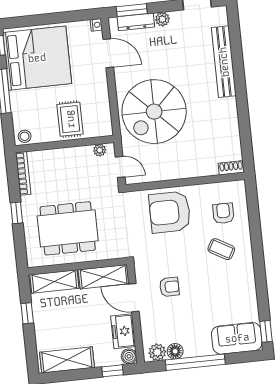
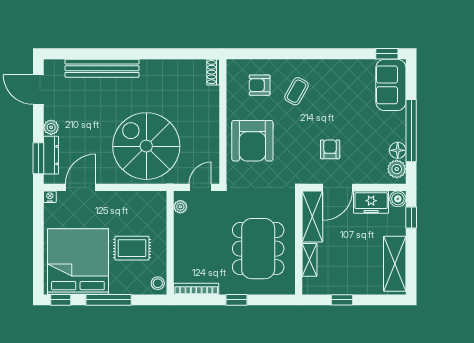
spiral stairs: (154, 112) -> (146, 146), turned 180
rug: (70, 119) -> (132, 248), moved
shelving: (54, 282) -> (309, 260), width x0.67, depth x0.75

